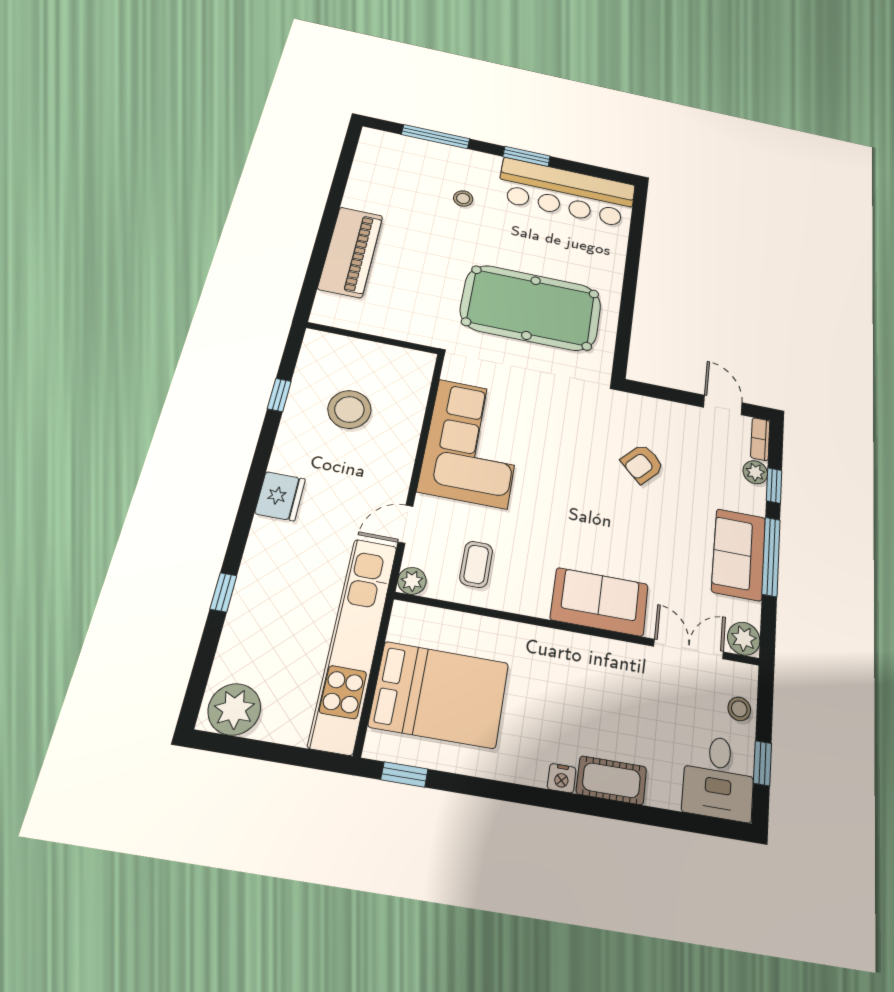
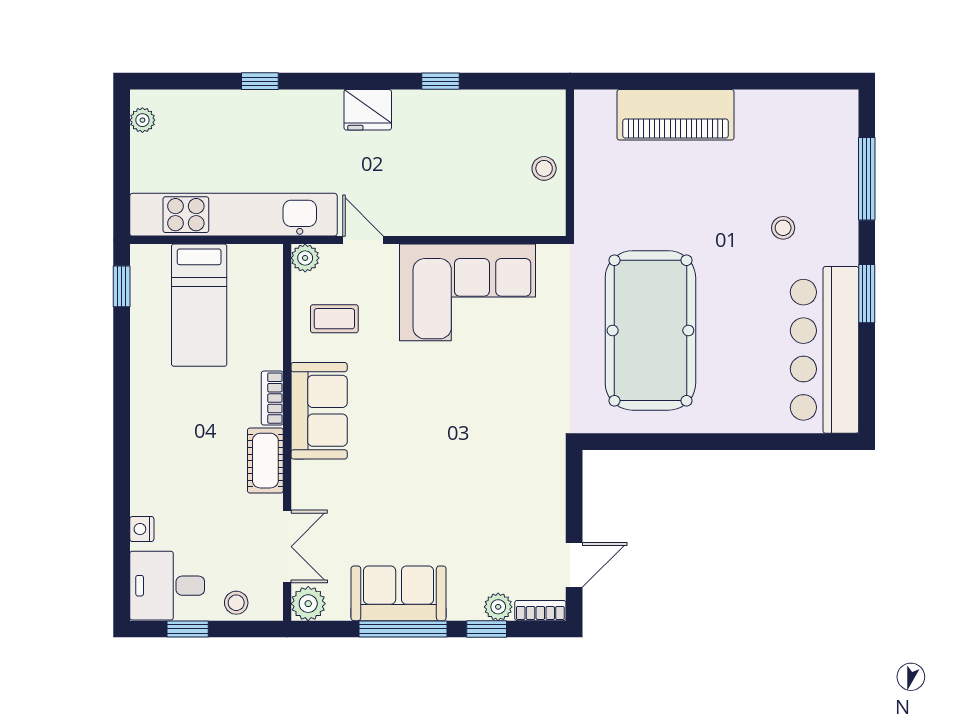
window: (279, 395) -> (440, 81), moved
stool: (349, 409) -> (544, 168), moved, width x0.53, depth x0.53
armchair: (642, 464) -> (482, 479), removed
sofa: (600, 602) -> (319, 411), moved
bookcase: (544, 637) -> (272, 398), added
bed: (439, 694) -> (199, 305), width x0.67
plant: (234, 709) -> (142, 120), width x0.53, depth x0.53
nightstand: (562, 778) -> (142, 529), moved
cot: (611, 780) -> (265, 461), moved

